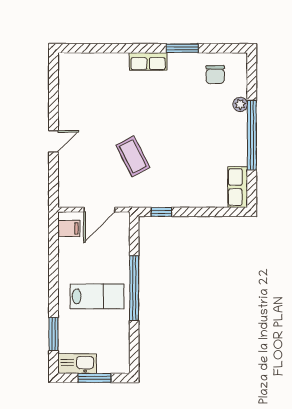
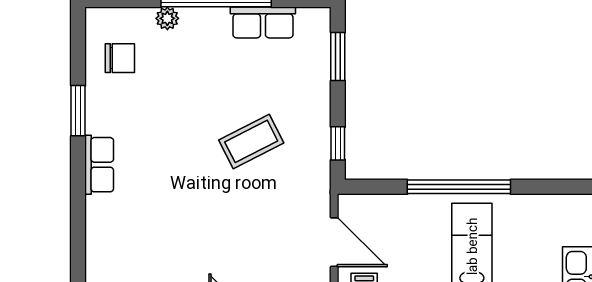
coffee table: (133, 156) -> (251, 141), moved
row of seats: (238, 187) -> (263, 22), moved
window: (216, 212) -> (338, 57), added

